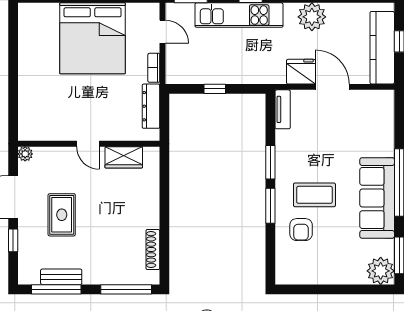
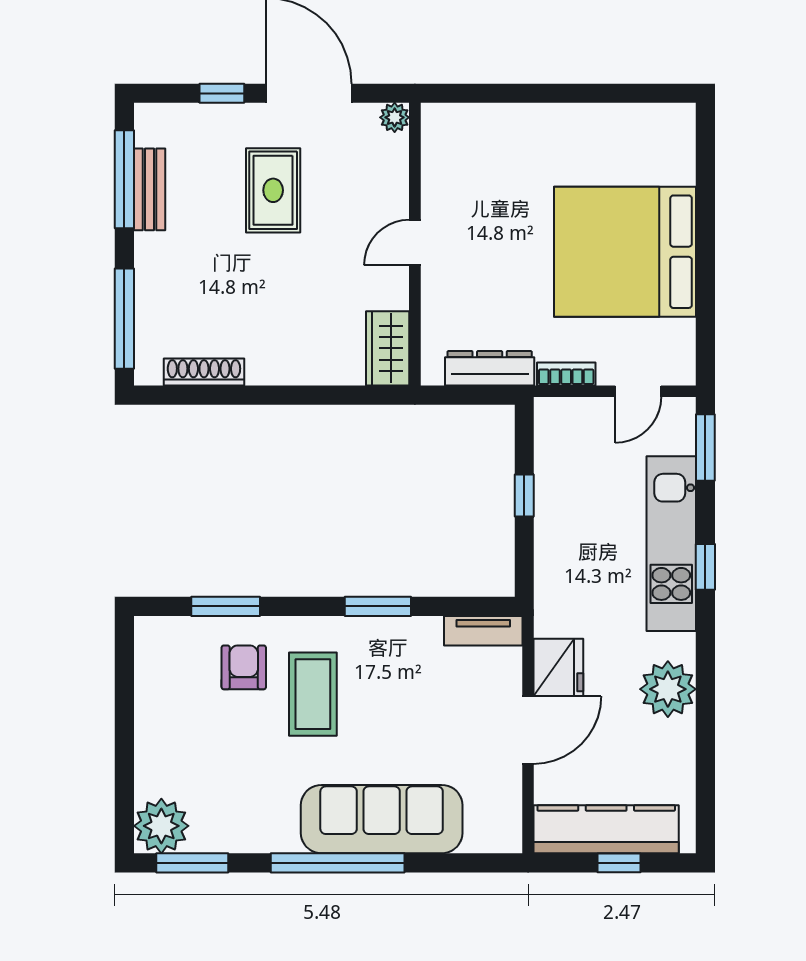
wardrobe: (124, 157) -> (388, 348), moved
sofa: (377, 198) -> (382, 819), moved
window: (270, 206) -> (226, 606), moved
rug: (62, 215) -> (273, 190), turned 90
armchair: (301, 230) -> (244, 667), turned 90

